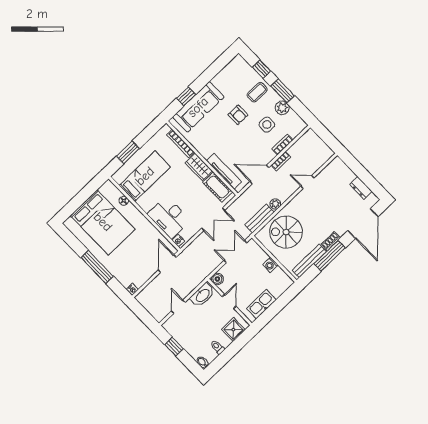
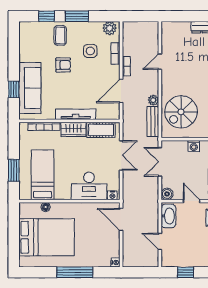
plant: (282, 108) -> (110, 28), moved
tv unit: (224, 171) -> (76, 114), moved

